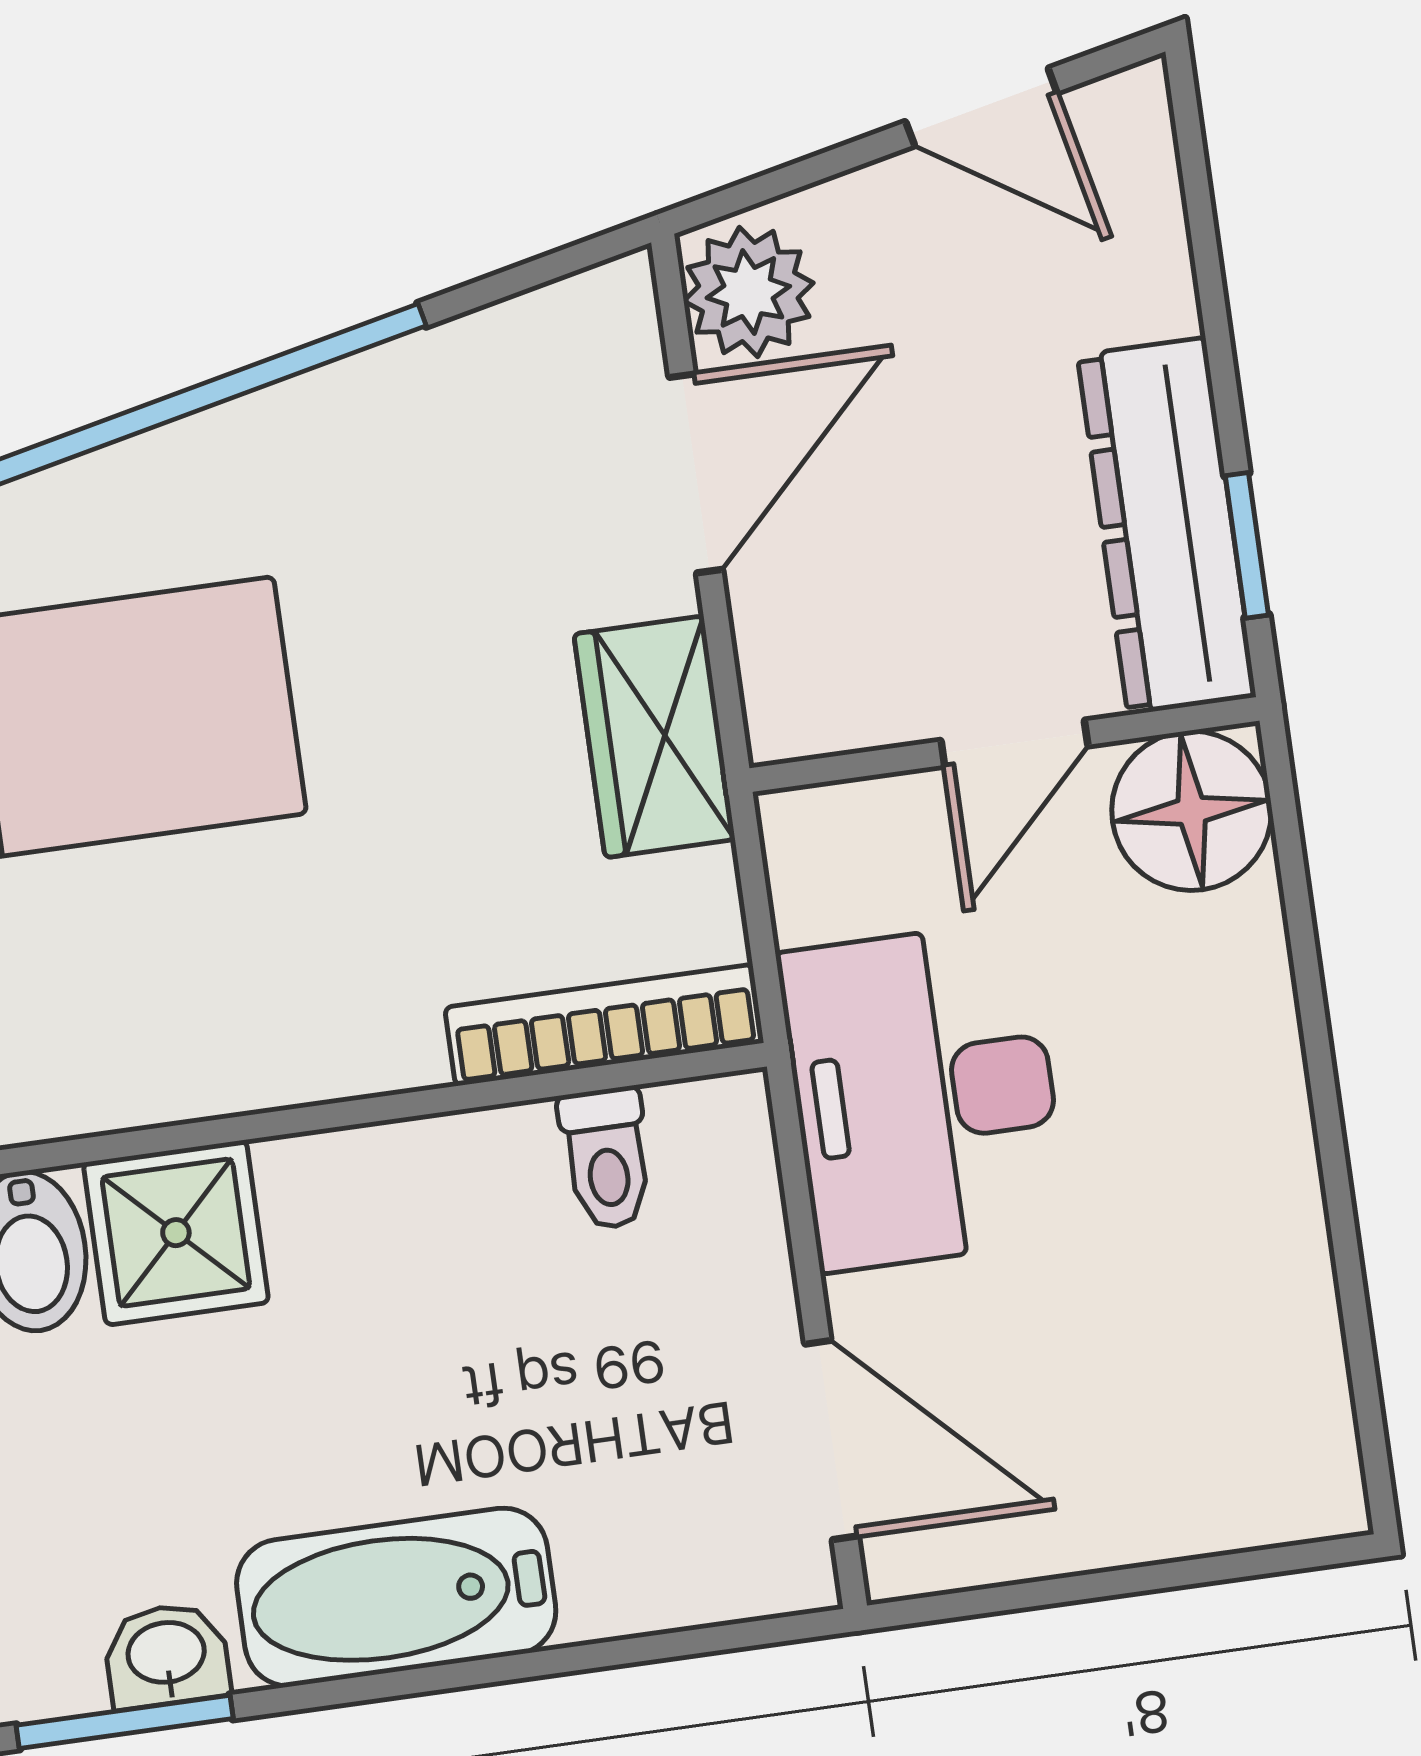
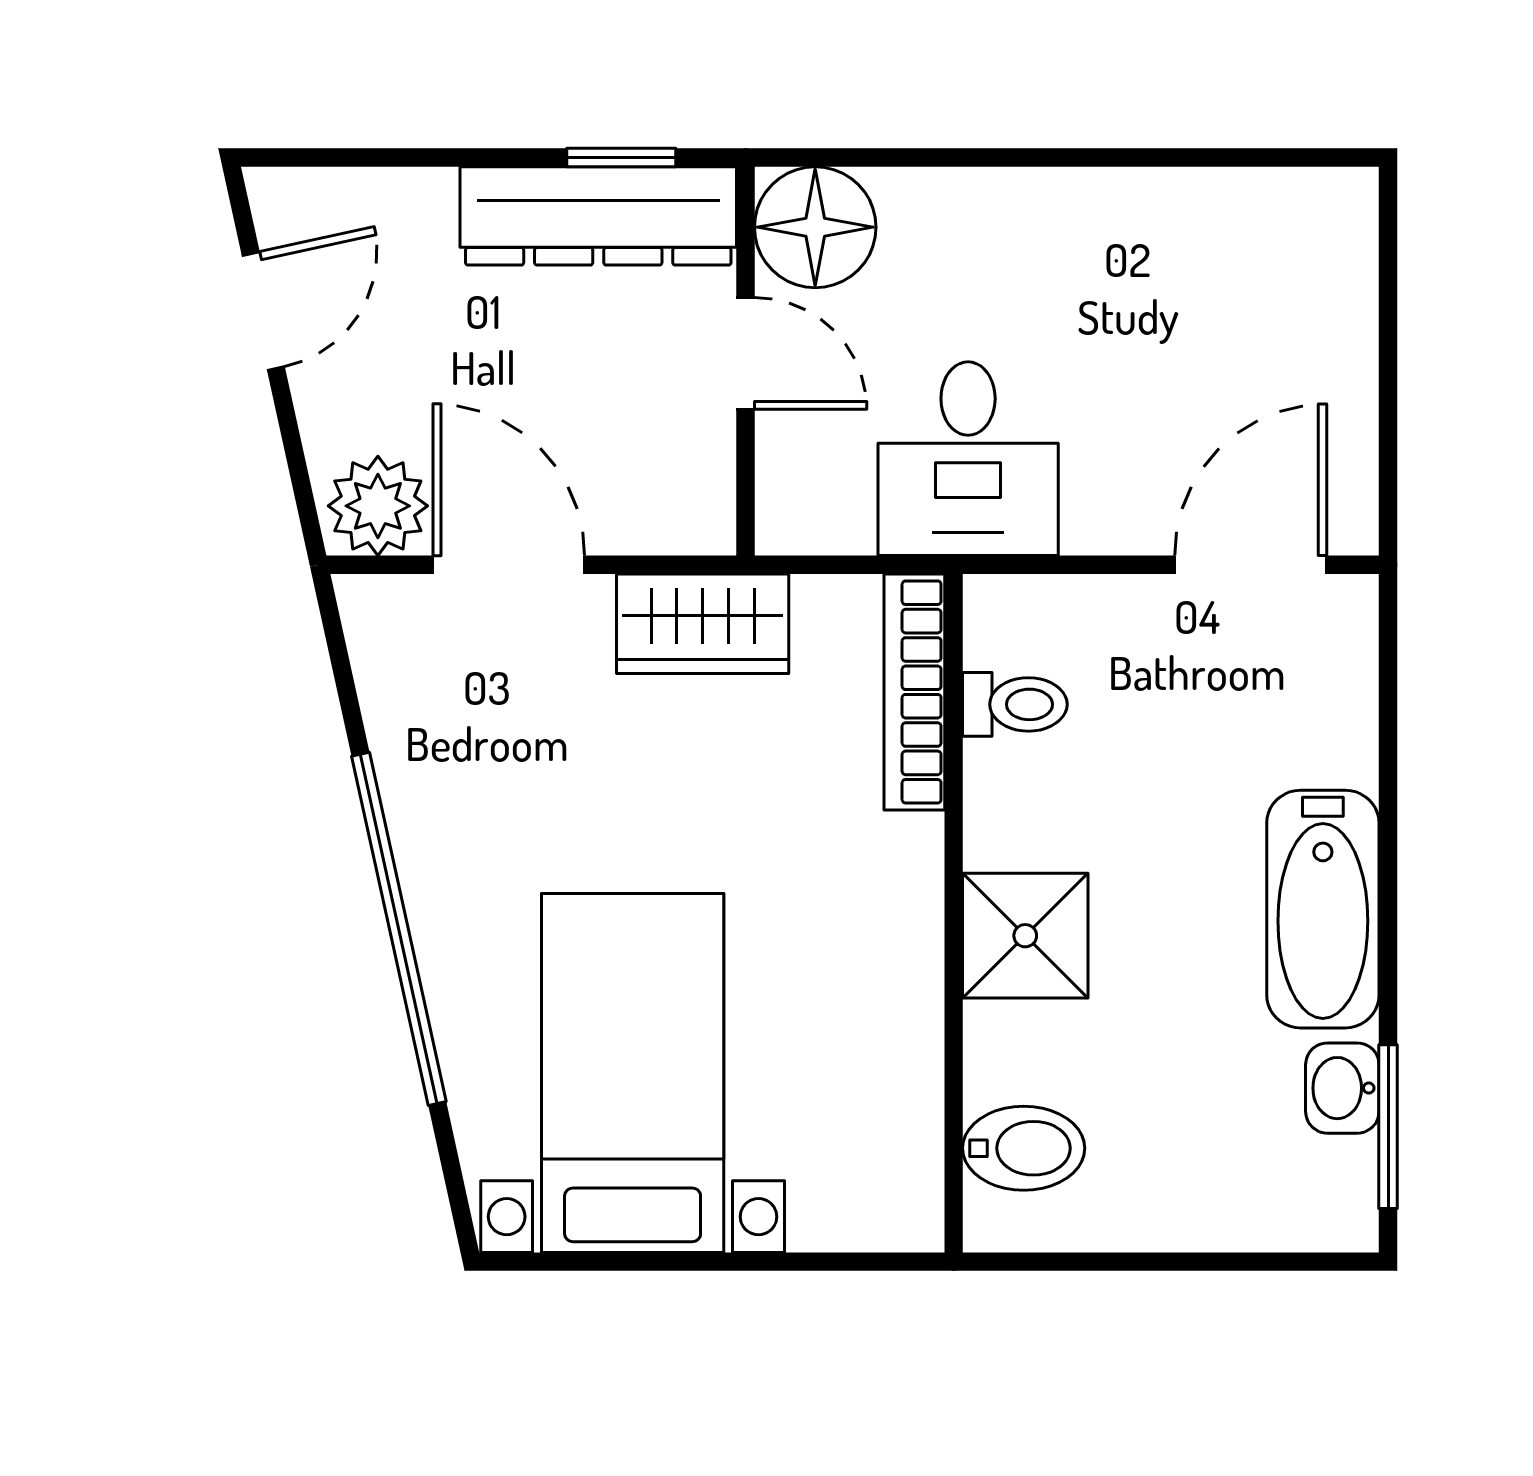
desk: (924, 1096) -> (968, 459), width x0.73
shower: (176, 1233) -> (1025, 936), moved

